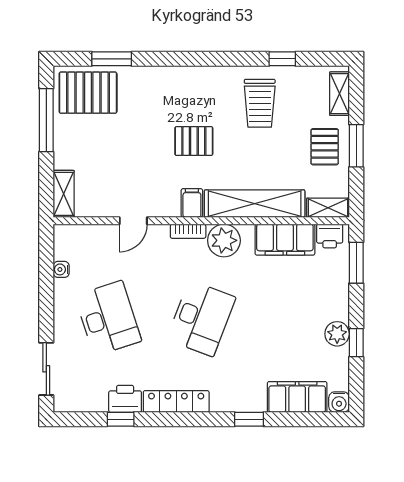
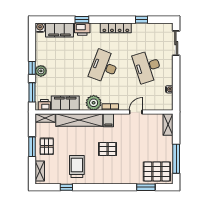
plant: (337, 334) -> (41, 71), moved
window: (356, 343) -> (32, 68), moved
printer: (125, 399) -> (82, 29), moved

